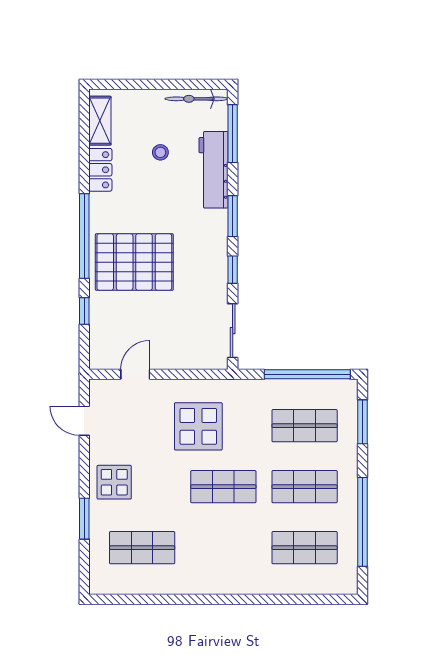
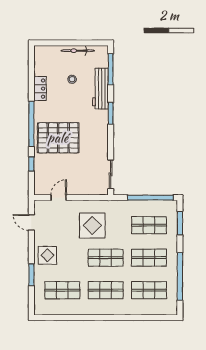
bicycle: (196, 99) -> (78, 51), moved
shelving: (100, 121) -> (40, 62), removed
window: (233, 270) -> (111, 142), removed
shop shelf: (223, 548) -> (106, 290), added

